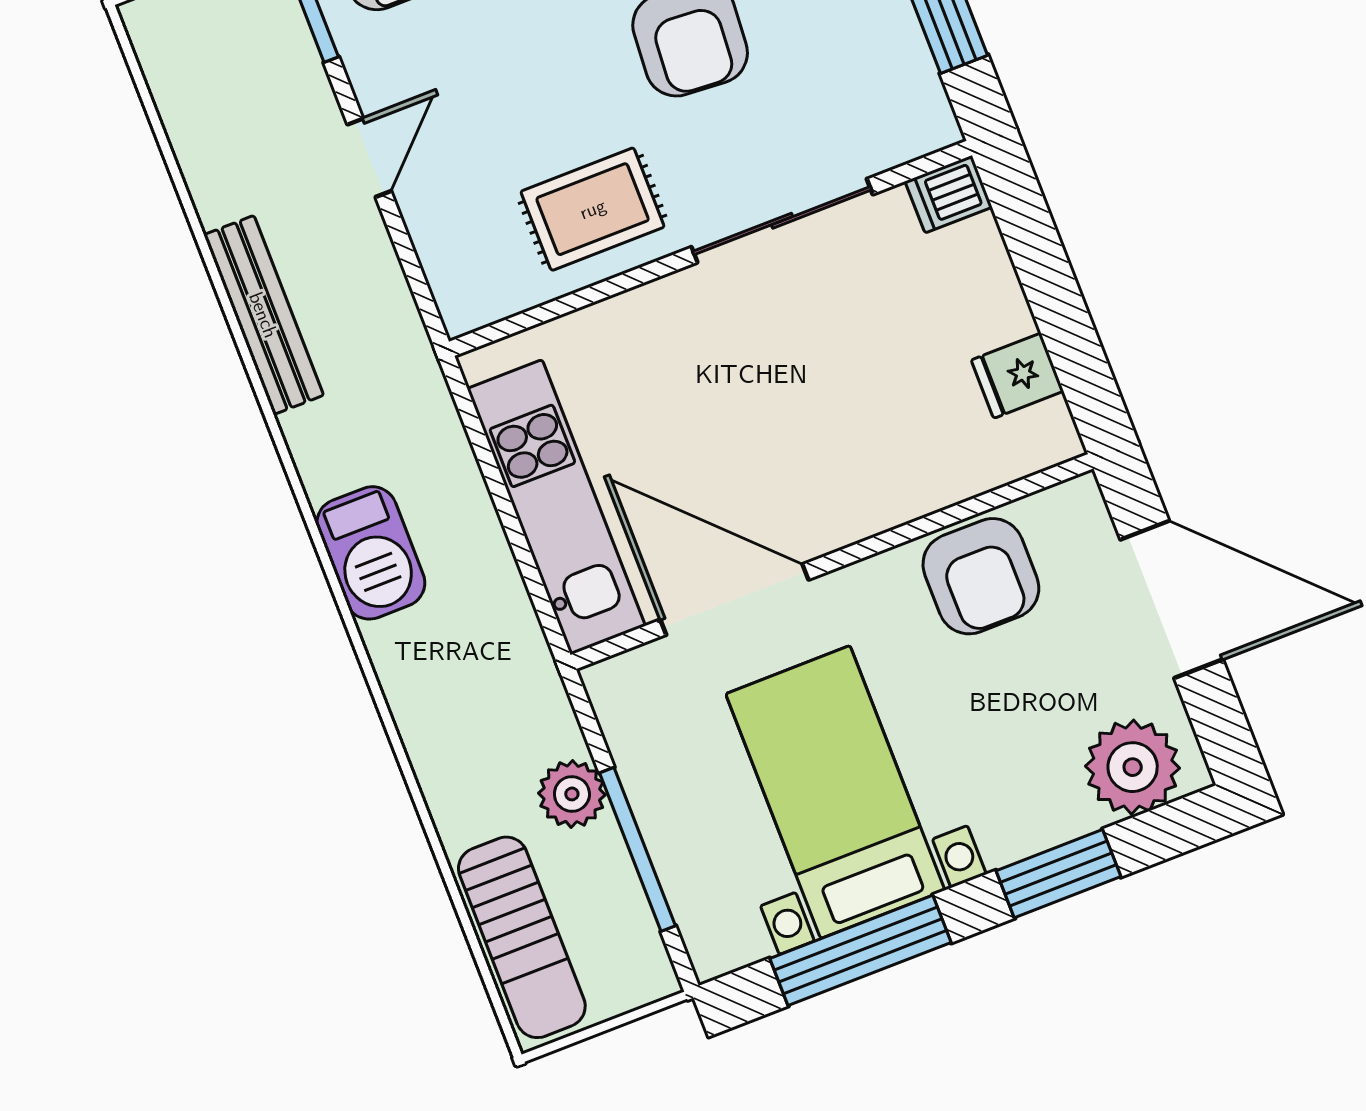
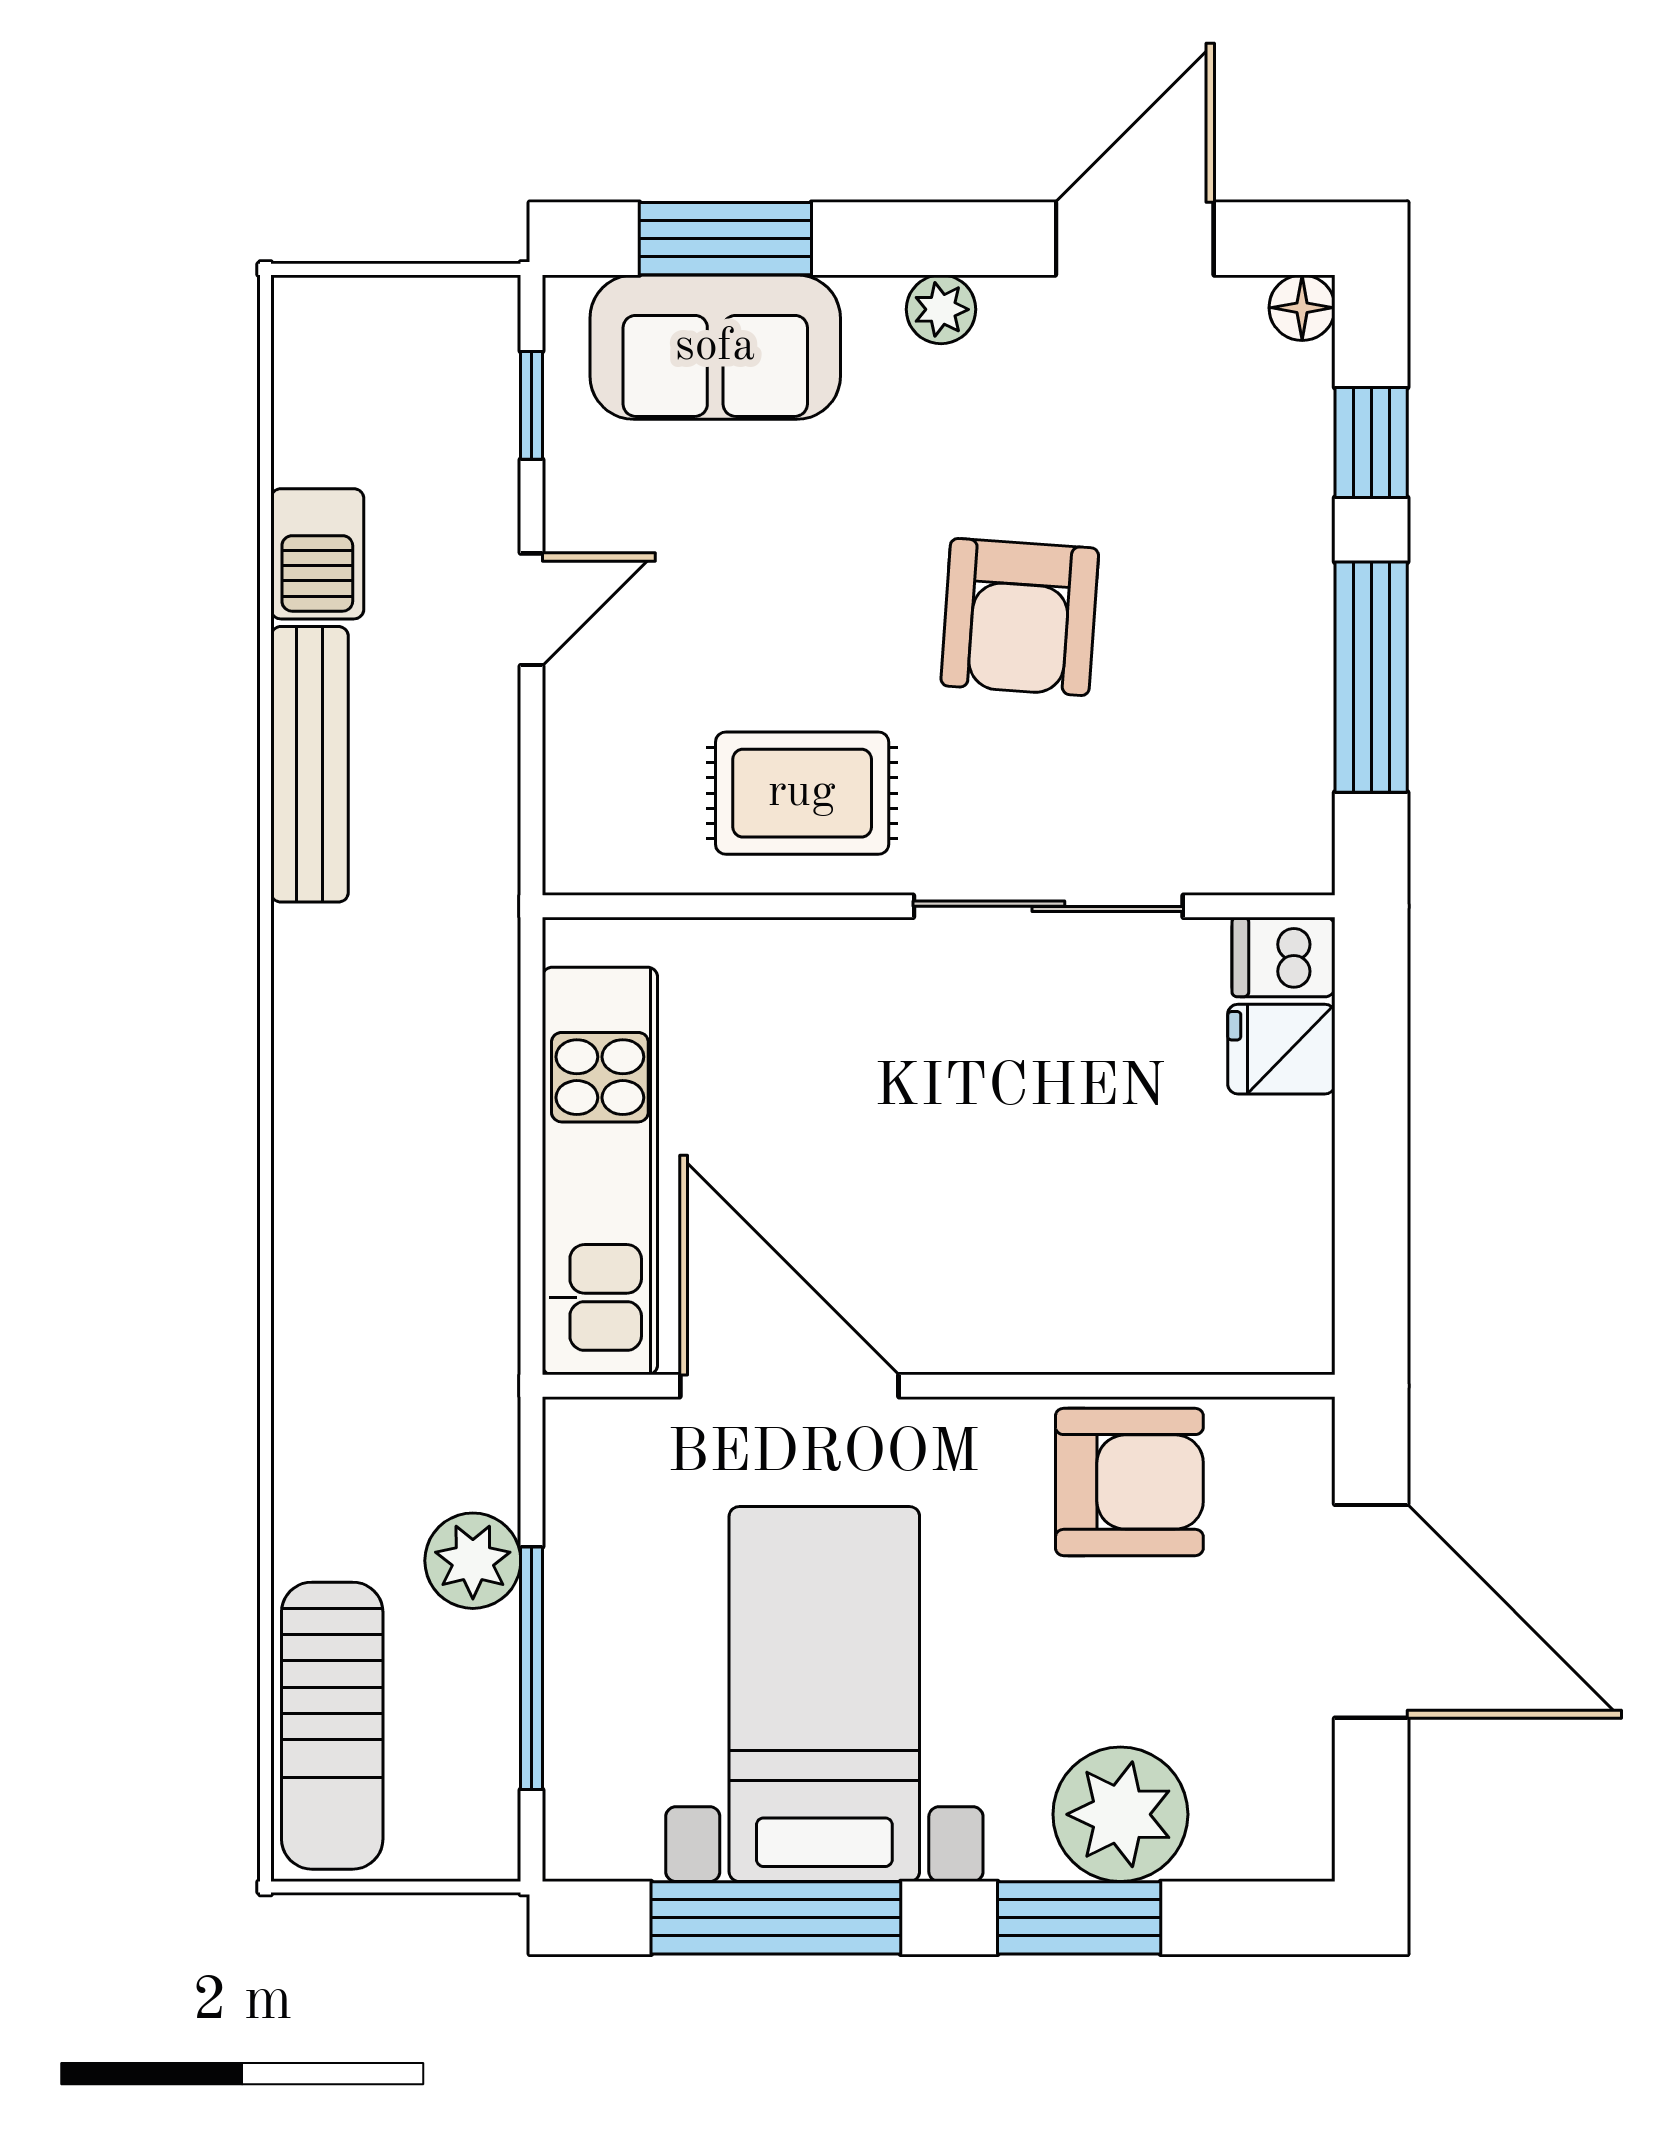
fridge: (1017, 376) -> (1281, 1049), moved
barbecue: (371, 553) -> (317, 554), moved, width x0.73, depth x0.79
armchair: (981, 576) -> (1129, 1482), turned -90
plant: (1133, 767) -> (1120, 1814), moved

